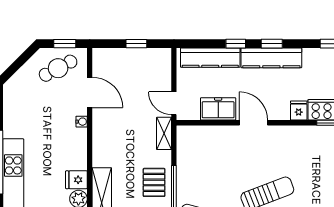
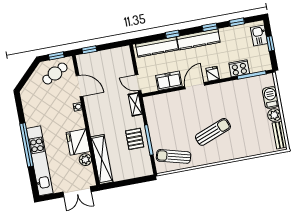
window: (136, 44) -> (89, 50), moved
window: (272, 44) -> (210, 27), moved
fridge: (299, 111) -> (213, 74), moved
door: (254, 123) -> (195, 86), hinge flipped
fridge: (76, 180) -> (78, 142), width x1.88, depth x1.34

